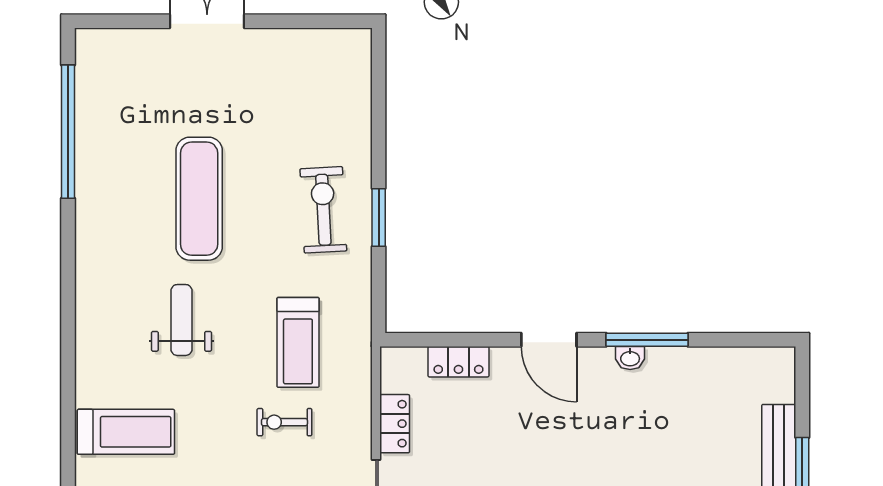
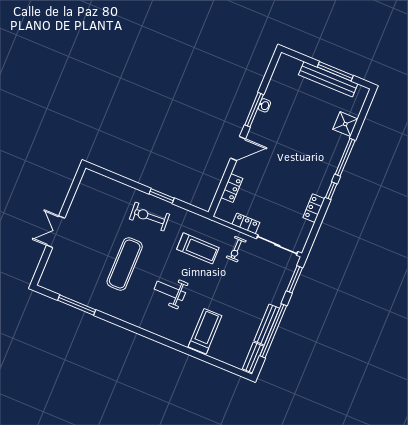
window: (68, 132) -> (77, 305), width x0.68
exercise mat: (199, 199) -> (125, 264), turned 90
washbasin: (630, 358) -> (264, 105), moved
exercise bike: (284, 422) -> (236, 249), moved

